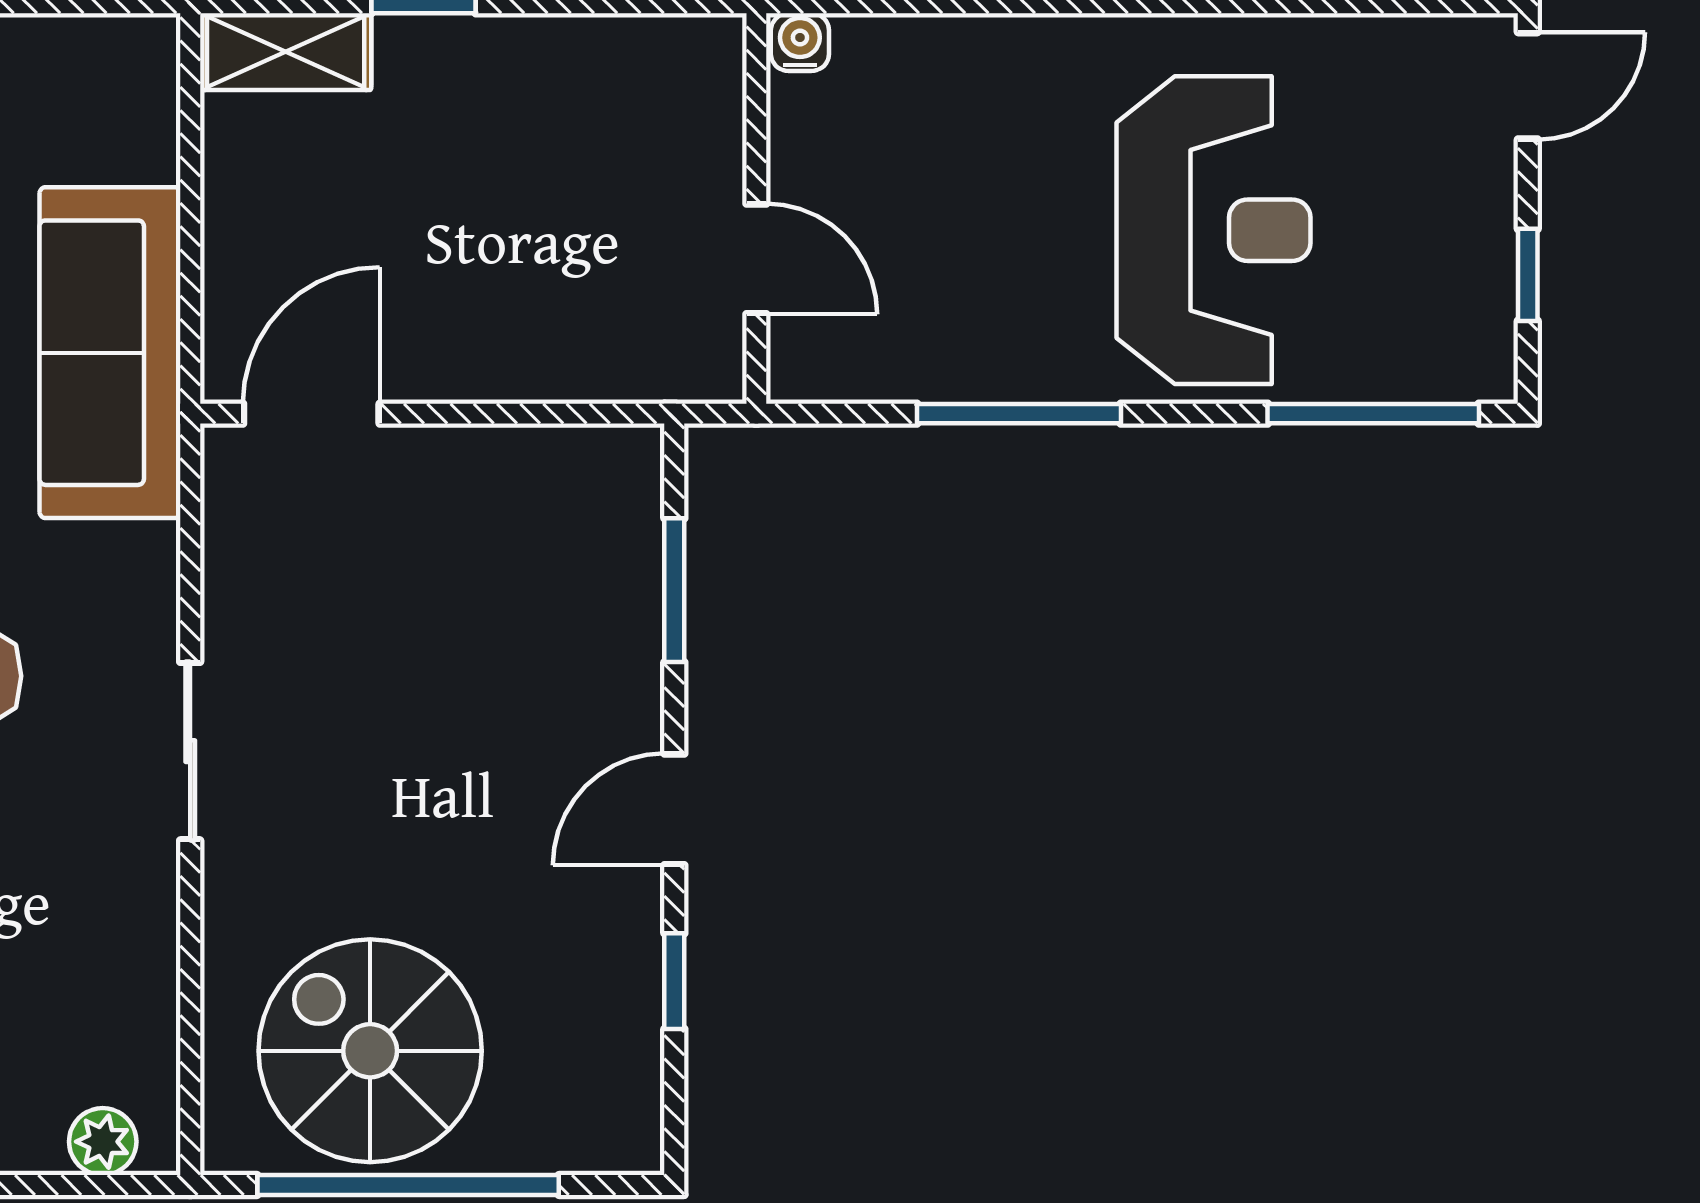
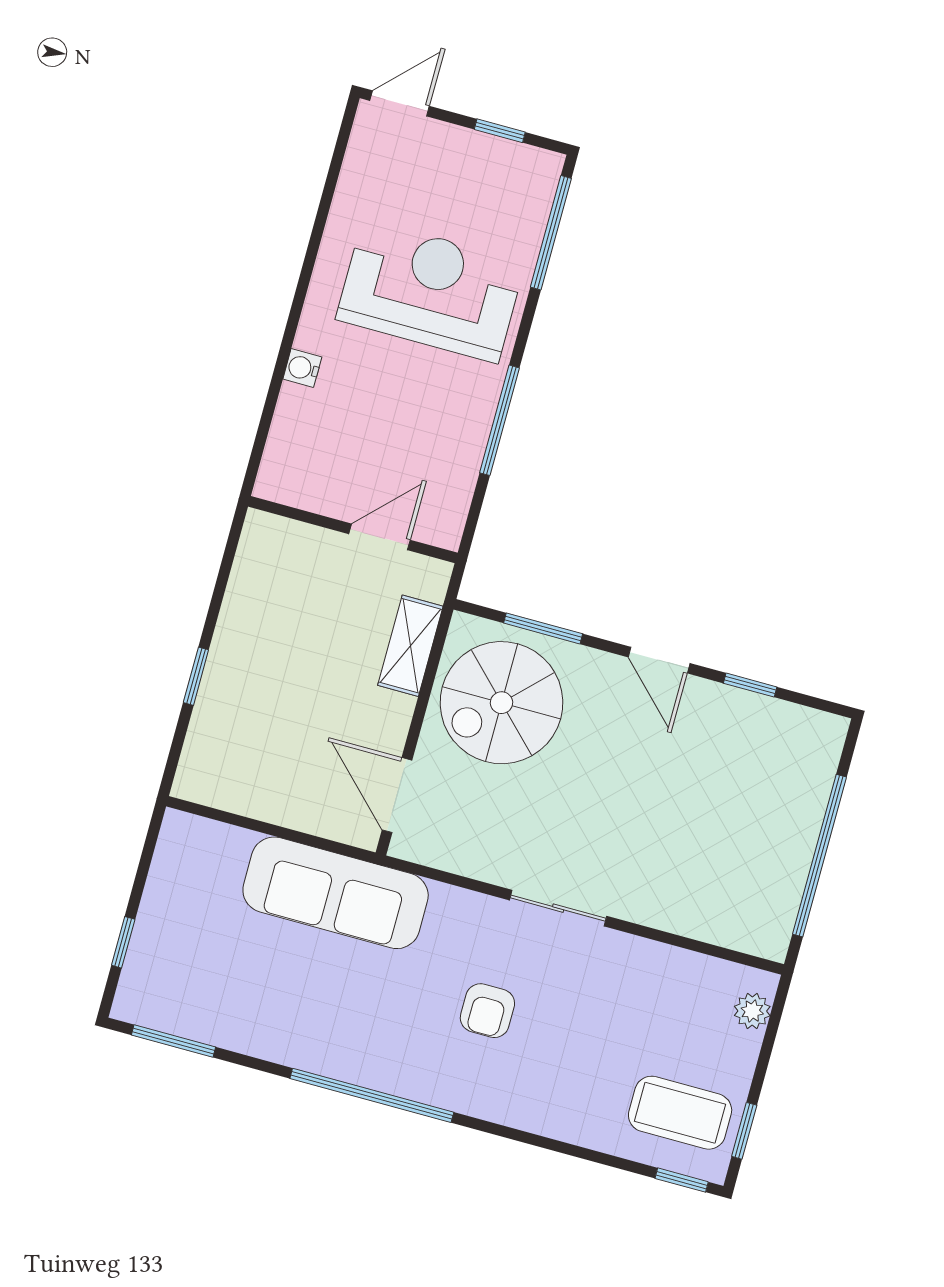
water cooler: (800, 42) -> (302, 368), moved
shelving: (286, 52) -> (410, 646), moved
door: (1528, 86) -> (400, 103), hinge flipped
spiral stairs: (370, 1051) -> (501, 703), moved

